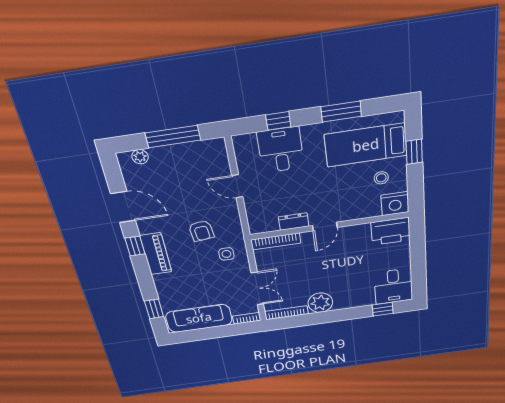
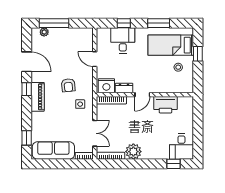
window: (173, 137) -> (54, 23), moved
nightstand: (395, 204) -> (106, 86), moved
printer: (391, 231) -> (165, 105), moved

